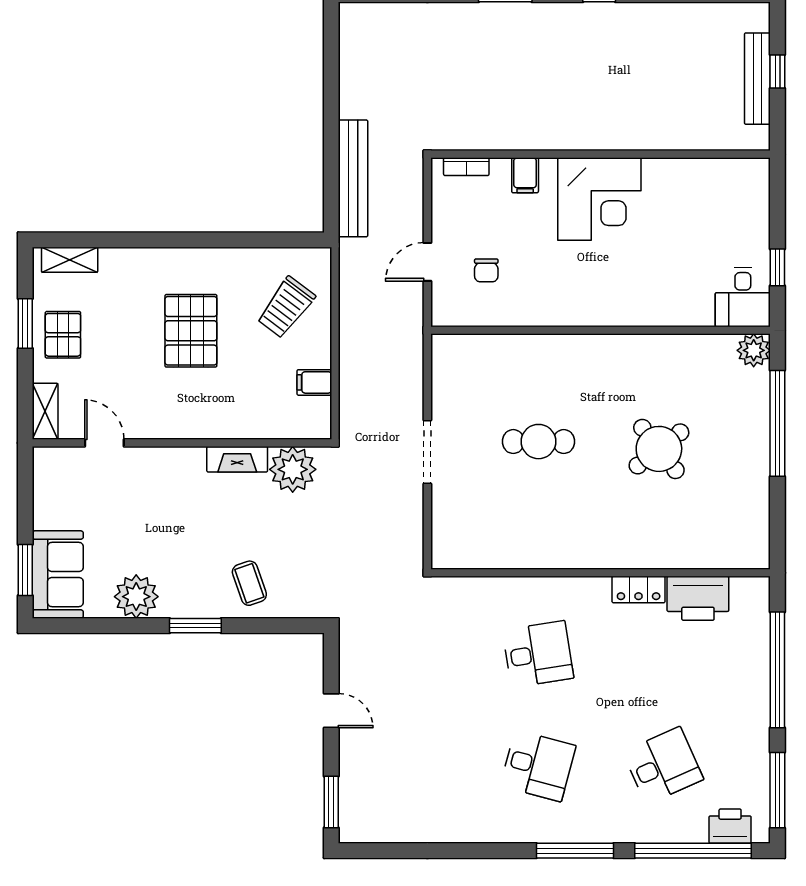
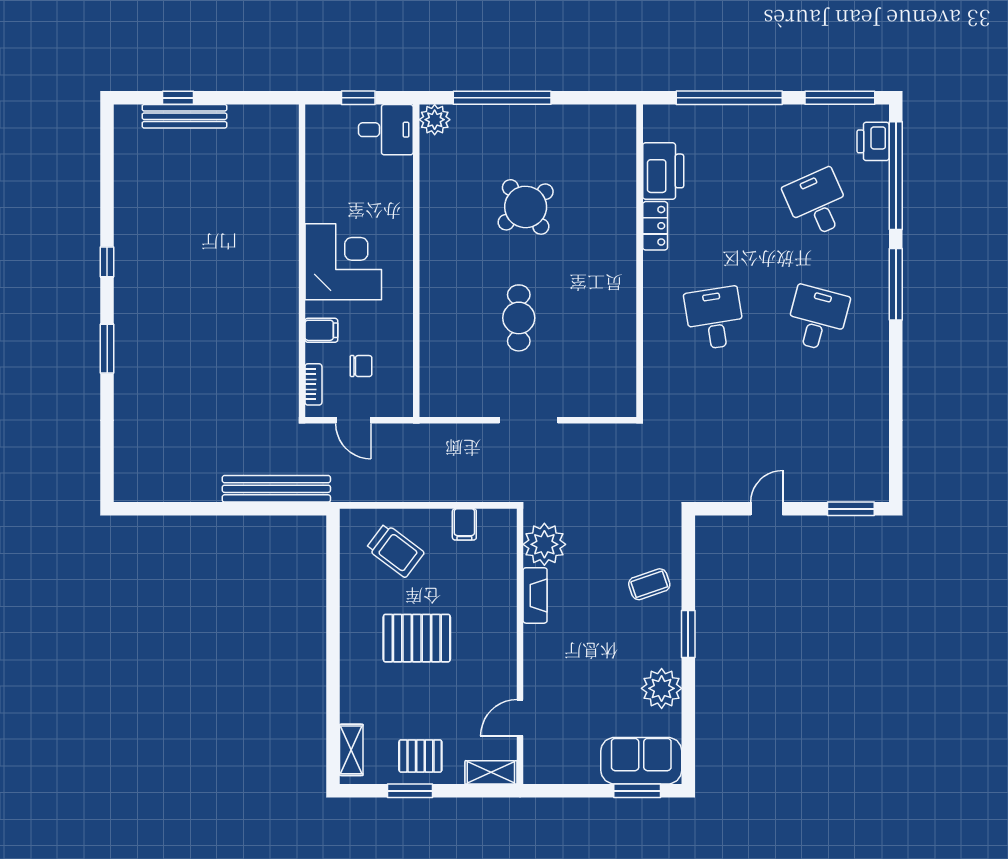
wall: (601, 154) -> (302, 261), moved
bookcase: (466, 167) -> (313, 384), moved
filing cabinet: (525, 175) -> (321, 330), moved
corner desk: (599, 199) -> (343, 262), moved

